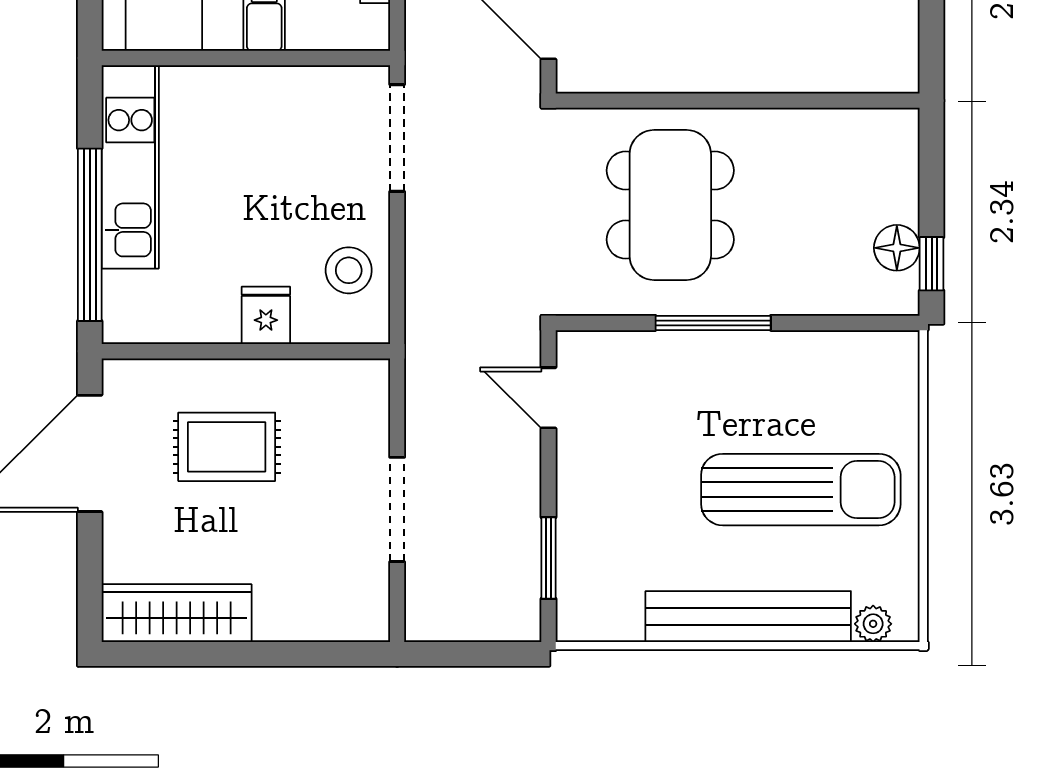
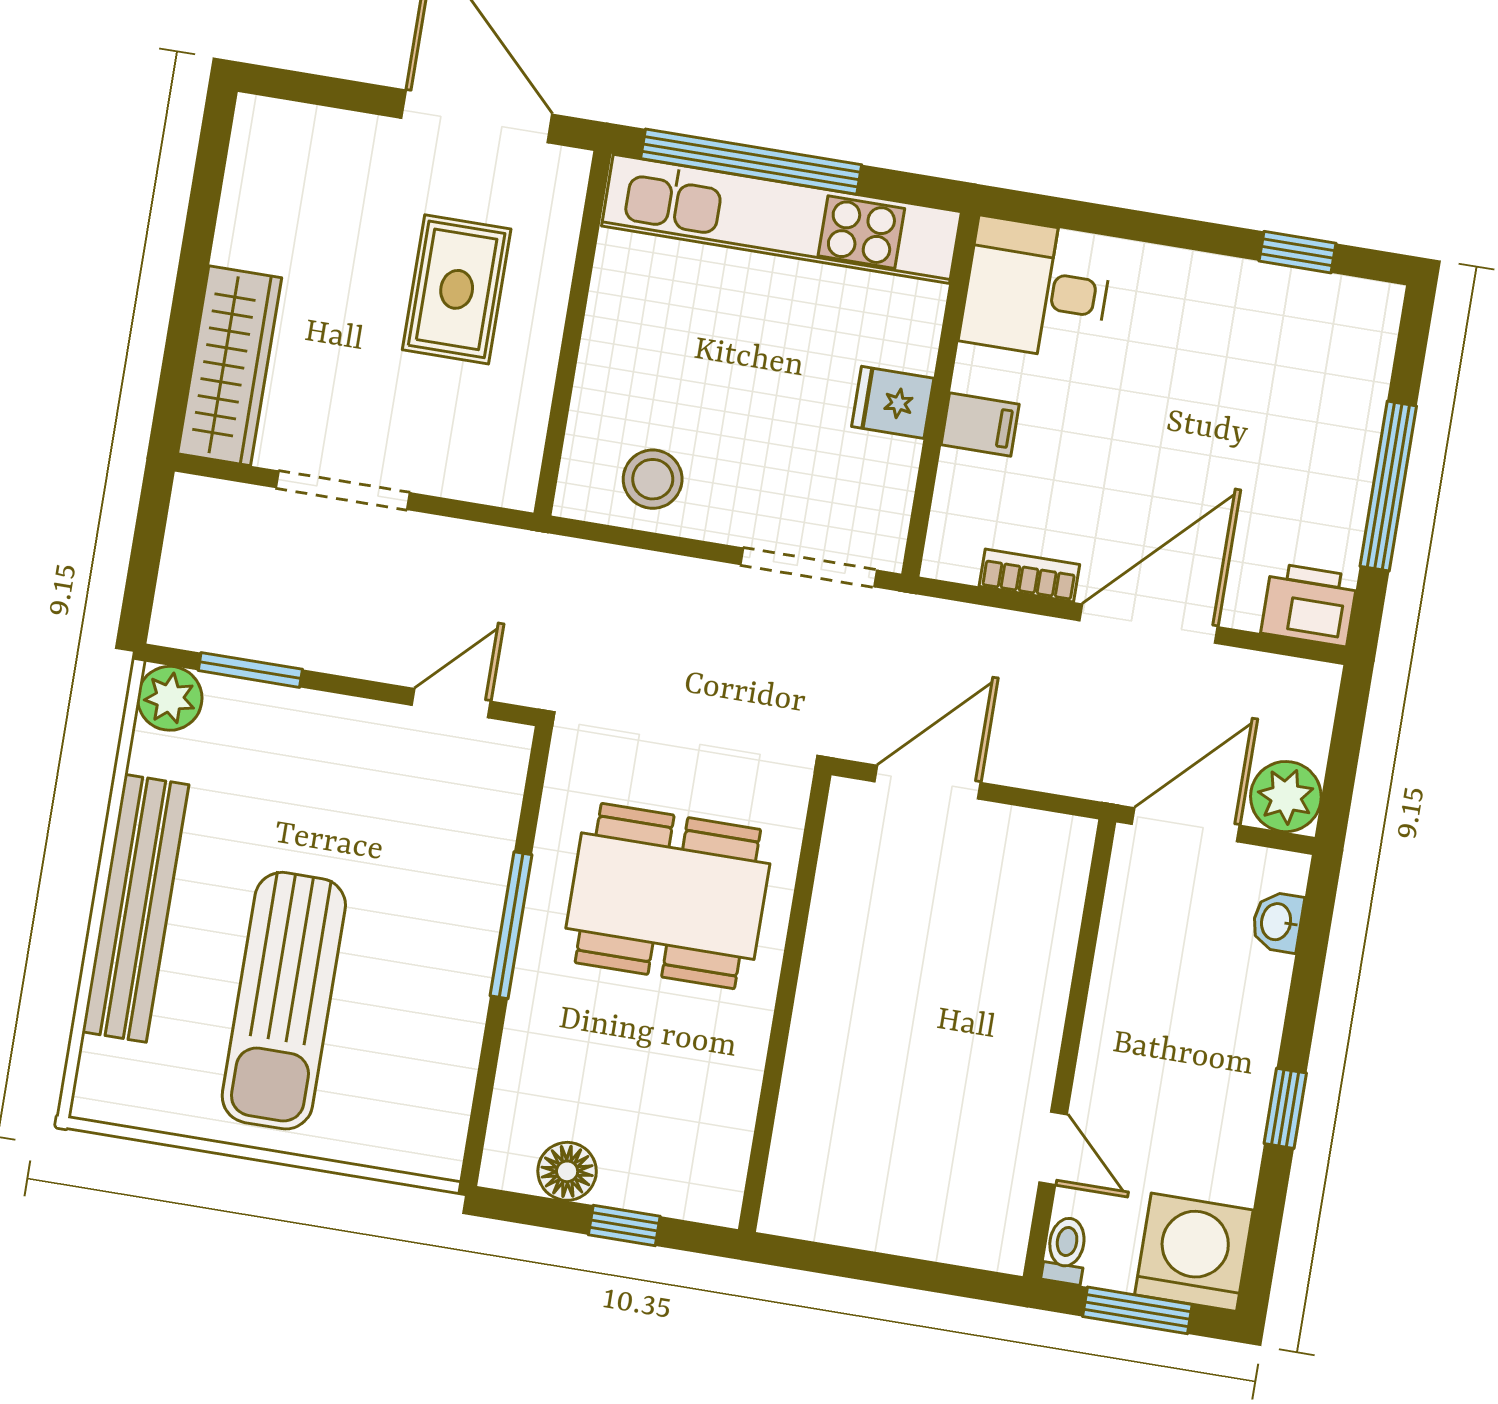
kitchen unit: (130, 167) -> (781, 219), width x1.36
window: (932, 264) -> (624, 1226), moved
fridge: (266, 315) -> (893, 402), moved, turned 180
wardrobe: (177, 613) -> (230, 366), moved
plant: (873, 624) -> (170, 698), moved, width x1.38, depth x1.38

